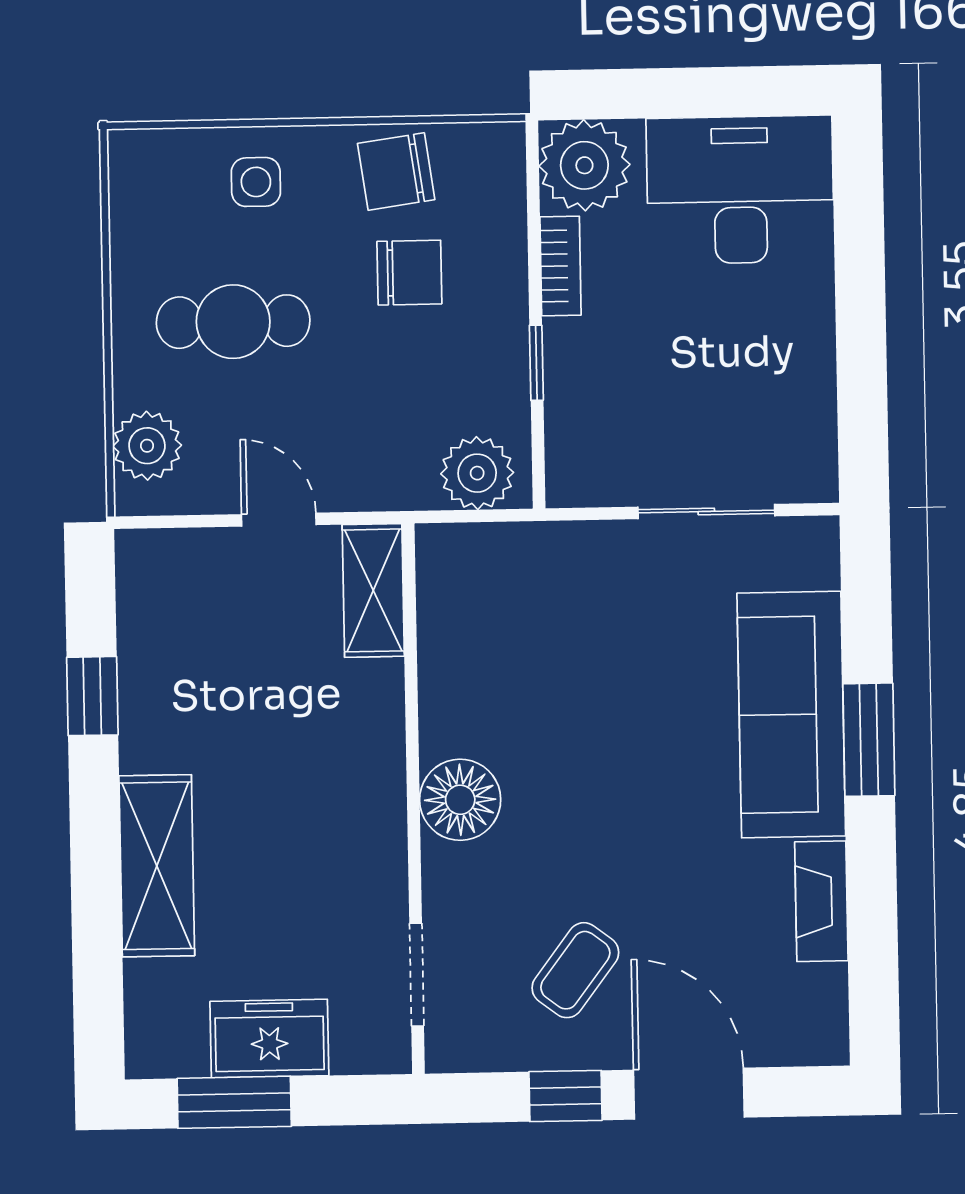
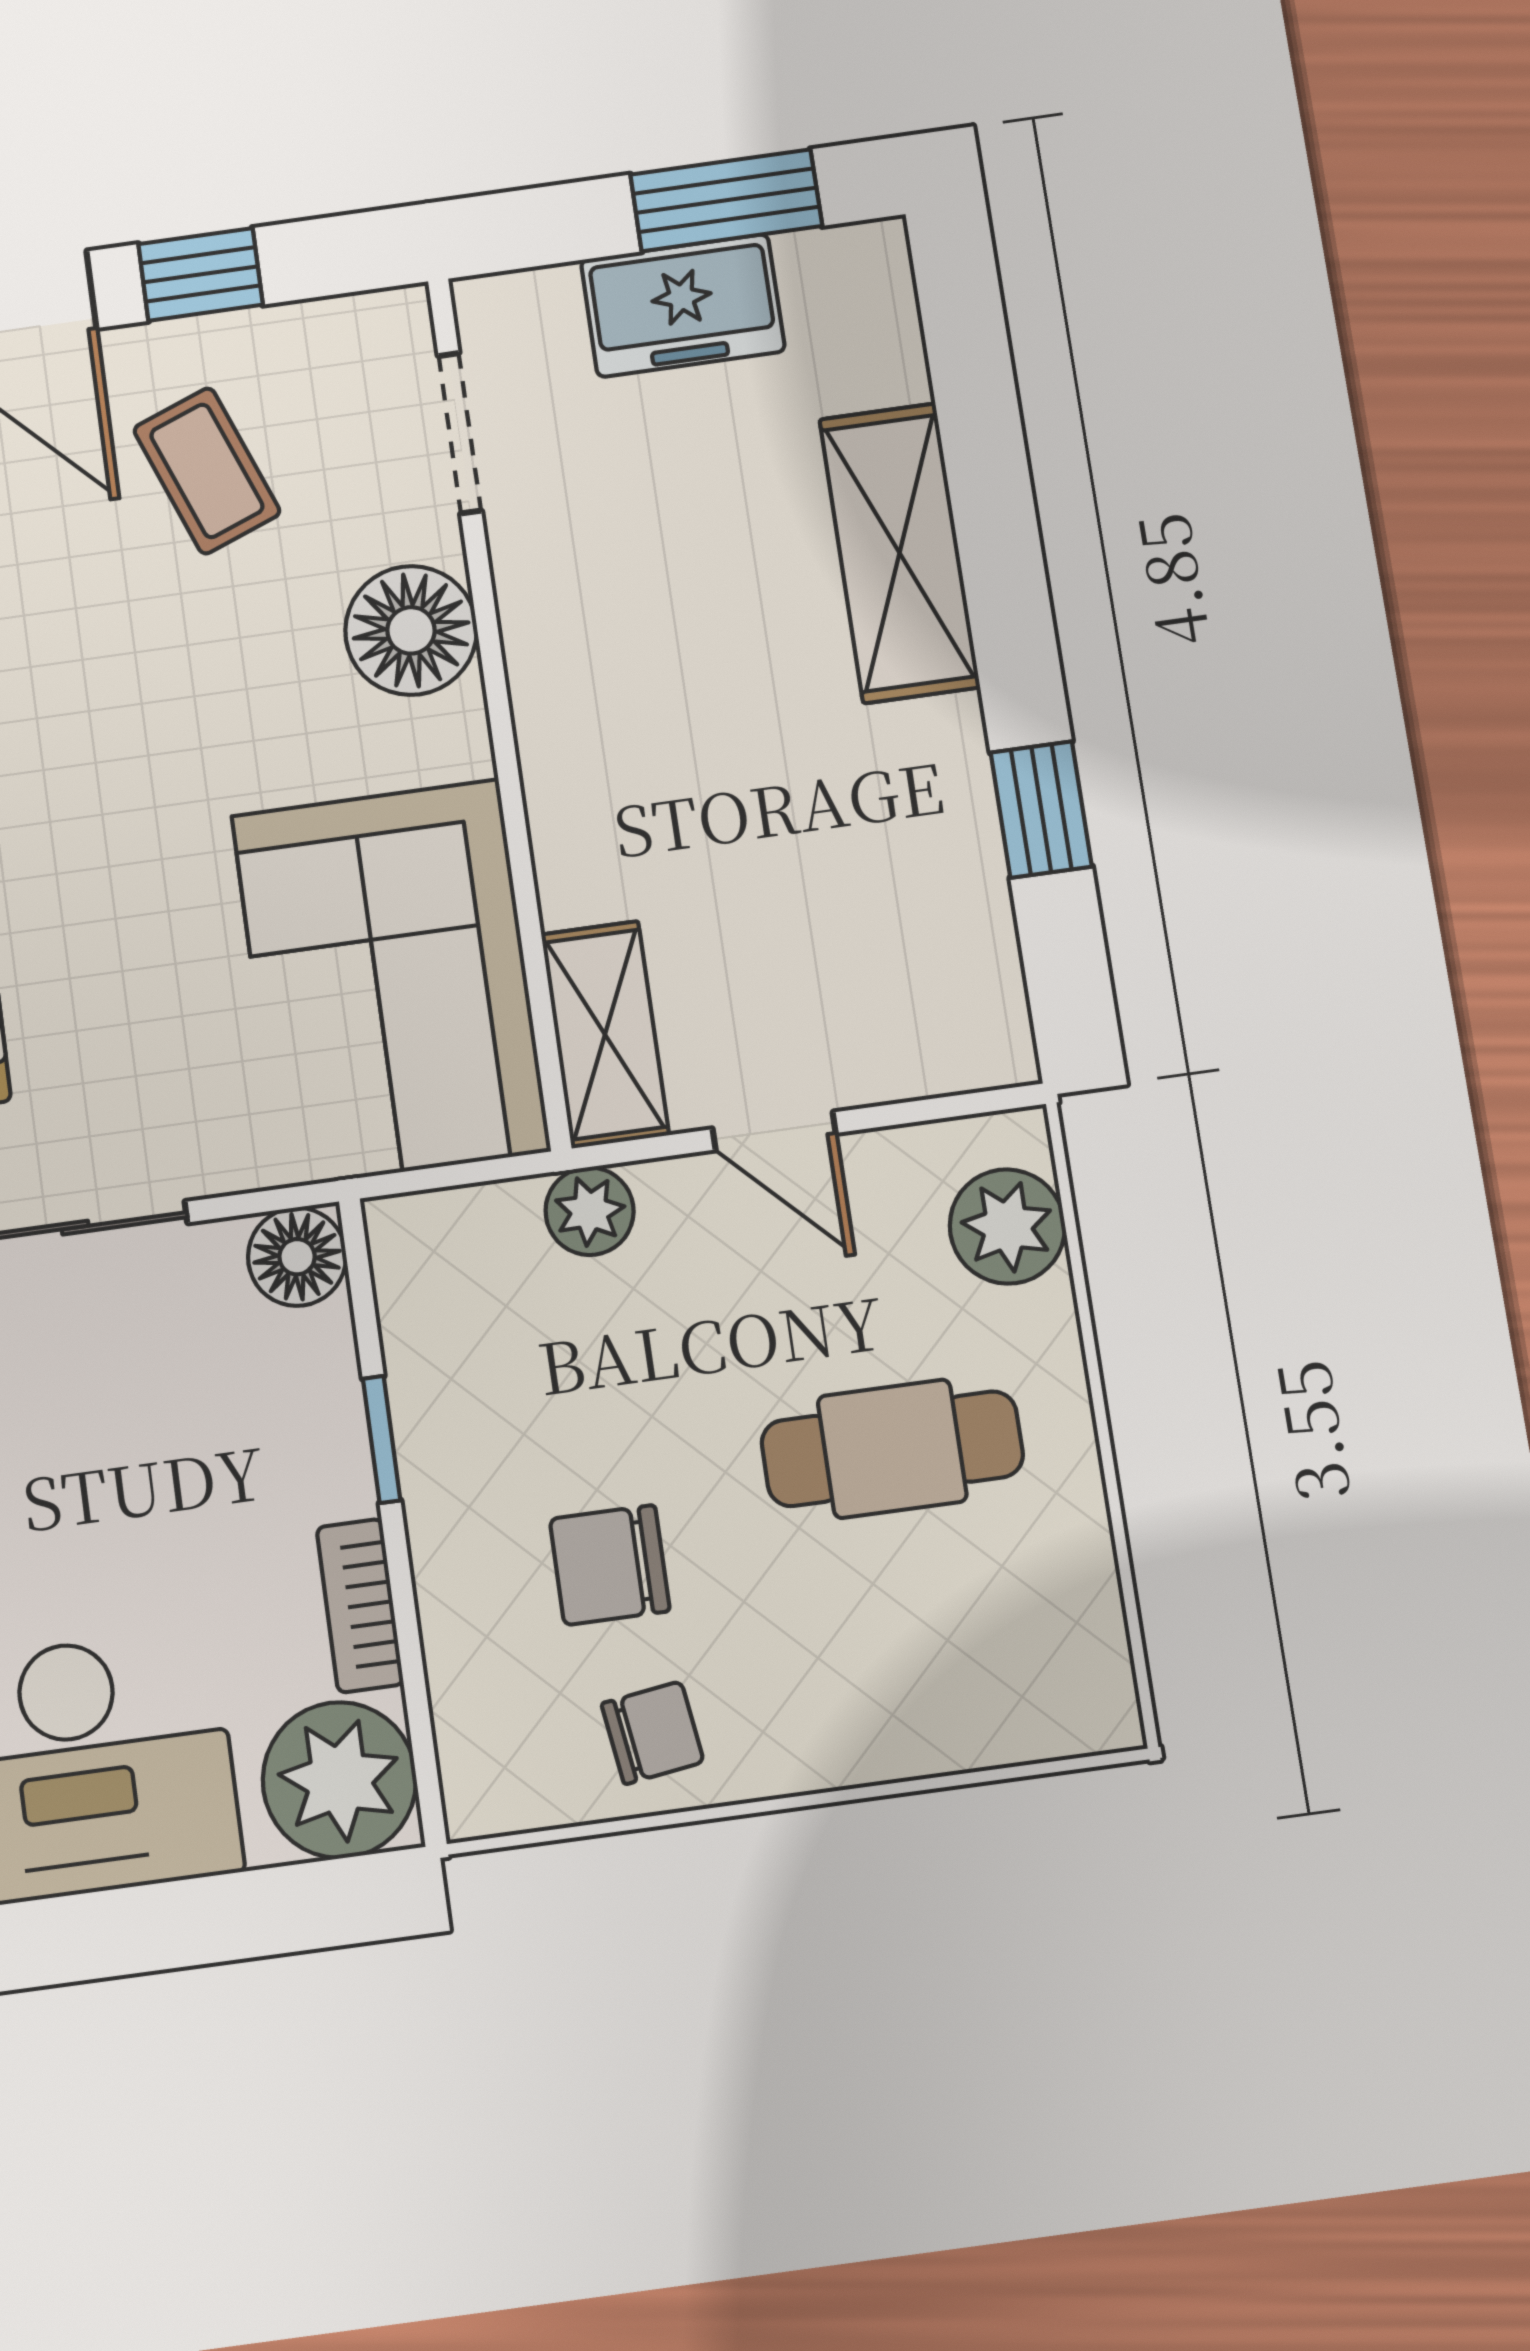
chair: (396, 172) -> (653, 1733), width x0.73, depth x0.73
side table: (256, 182) -> (885, 1688), removed
plant: (477, 473) -> (590, 1211), moved, width x0.73, depth x0.73
floor lamp: (575, 478) -> (297, 1257), added
corner sofa: (499, 638) -> (390, 983), added
floor lamp: (460, 800) -> (411, 630), moved
coffee table: (575, 970) -> (207, 471), turned -58

